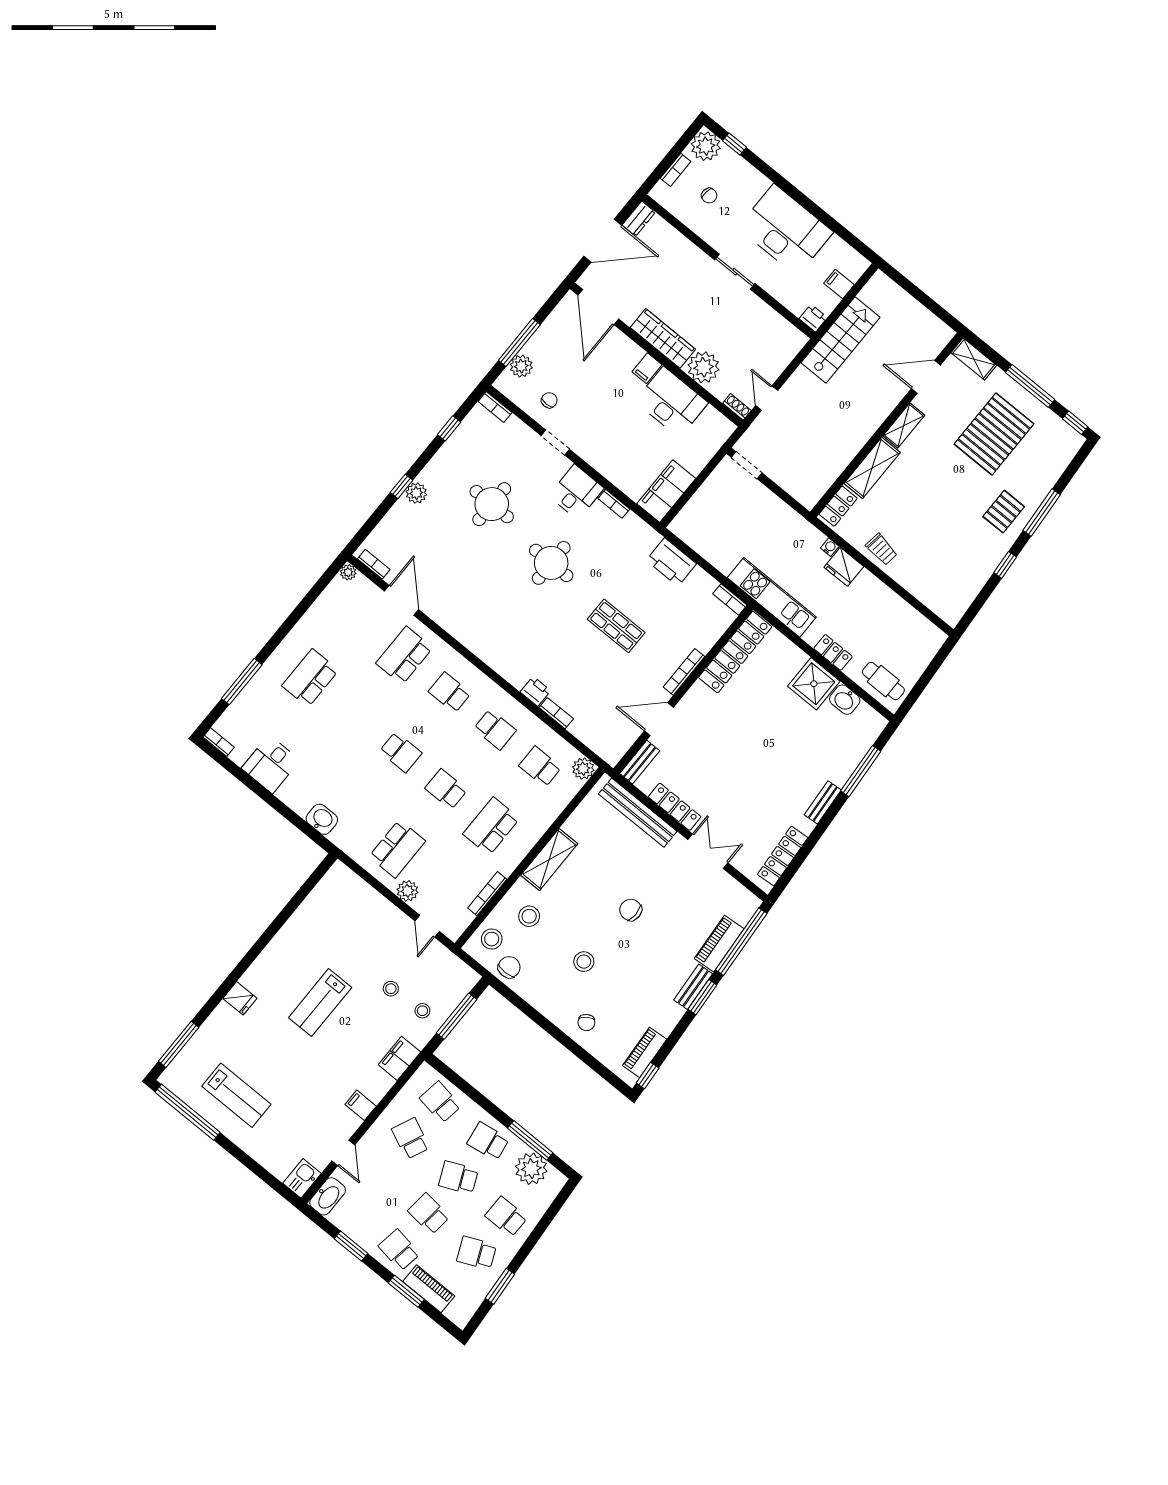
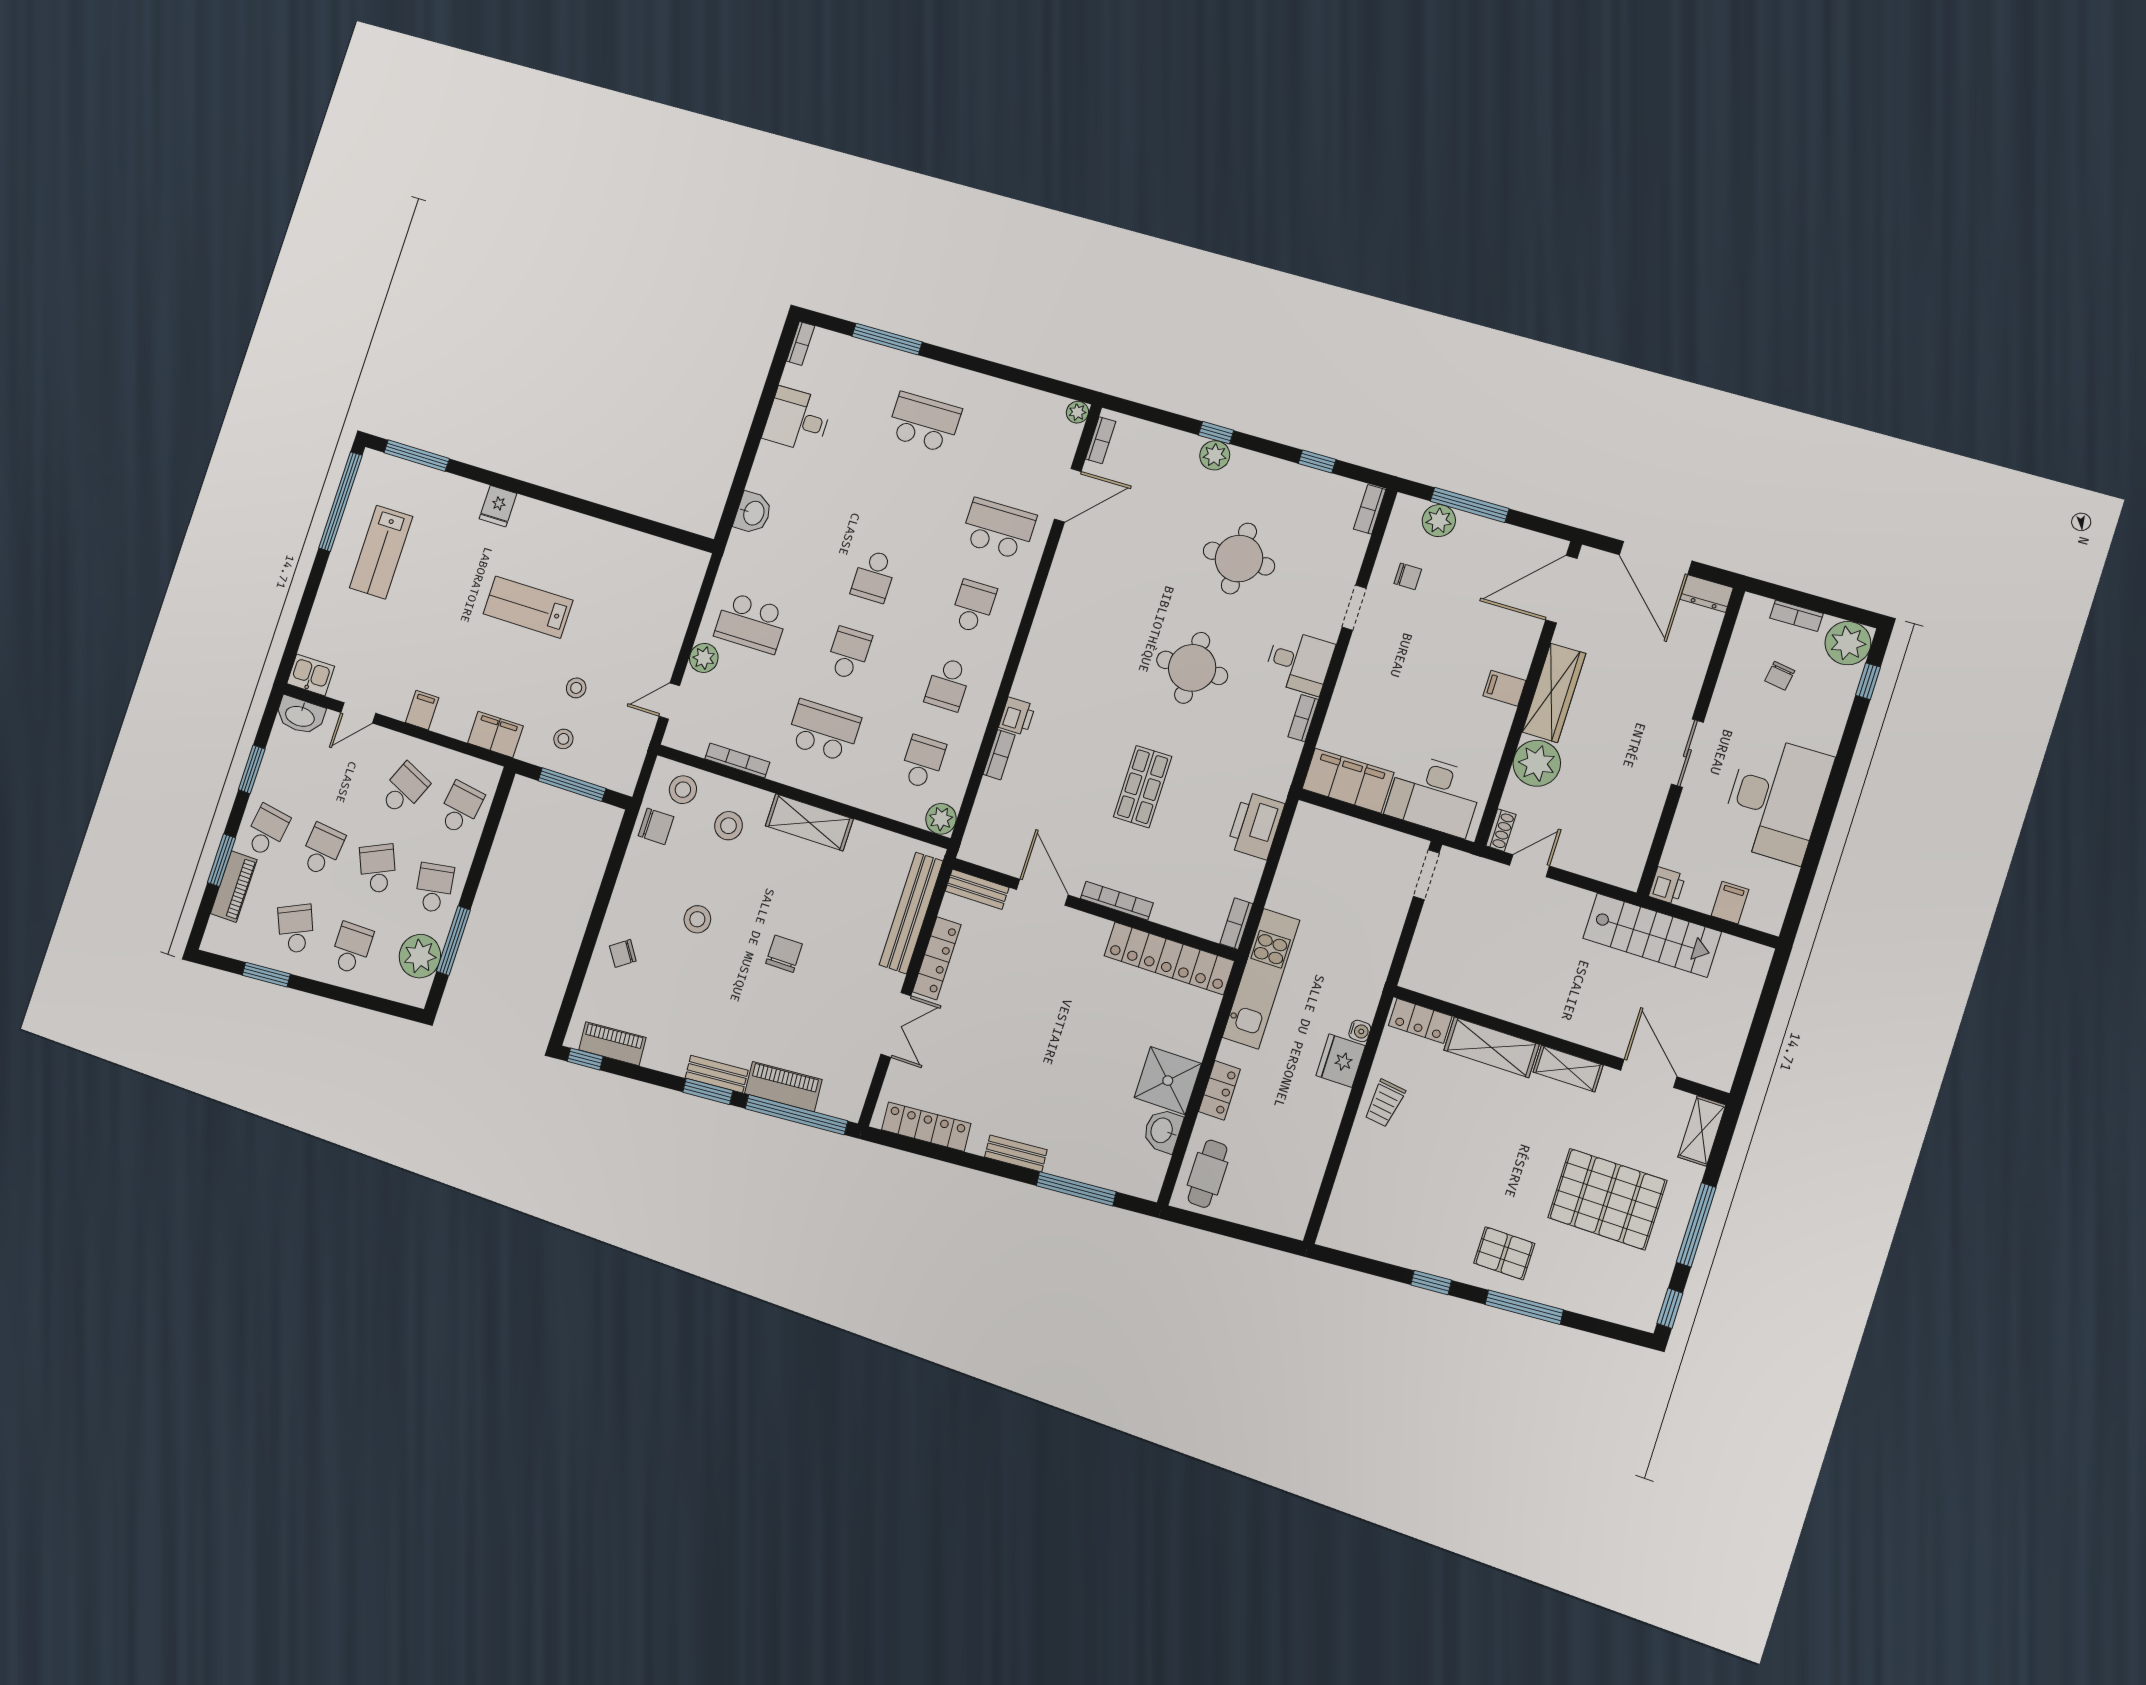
desk: (671, 402) -> (1434, 795), moved, turned 90

